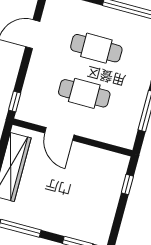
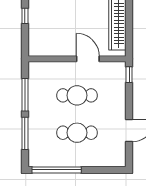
window: (127, 185) -> (25, 16), moved

